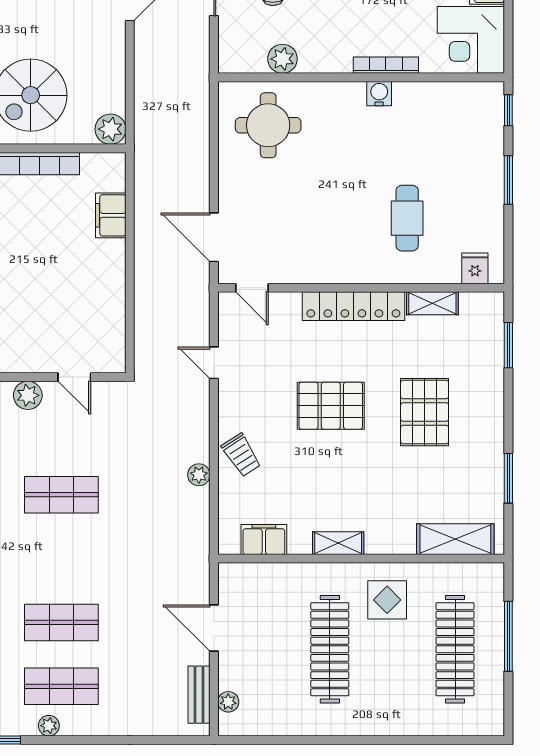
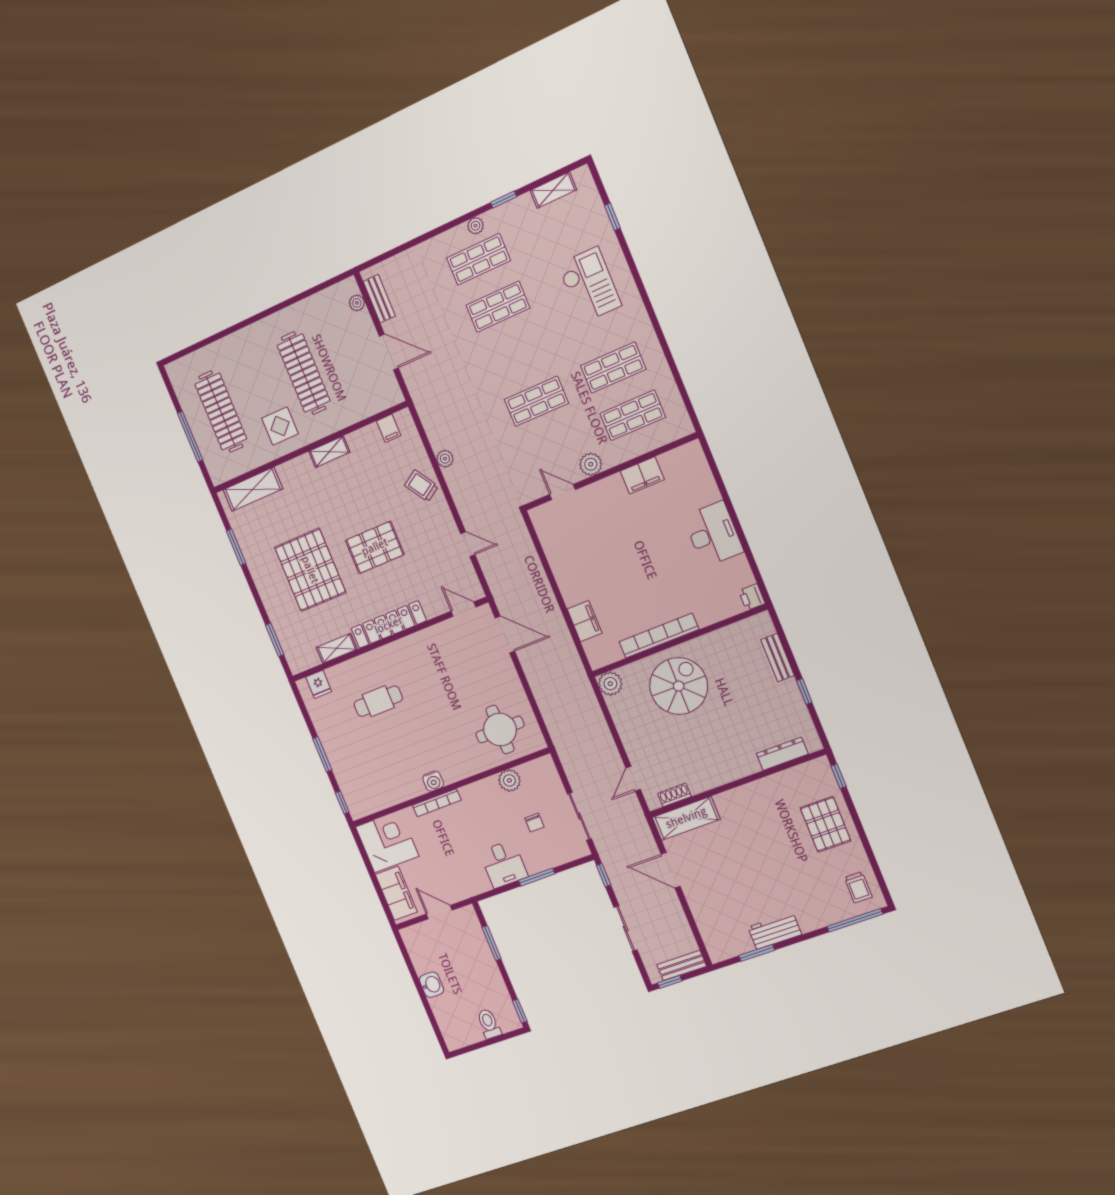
cafe table: (407, 218) -> (378, 701), turned 90
pallet: (425, 412) -> (310, 570), width x1.37, depth x1.41
filing cabinet: (264, 540) -> (389, 428), width x0.50

